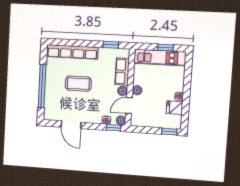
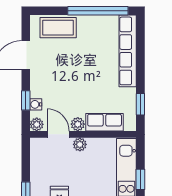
coffee table: (78, 84) -> (58, 28), moved, turned 90
window: (42, 86) -> (98, 11), moved
window: (114, 128) -> (26, 100), moved

